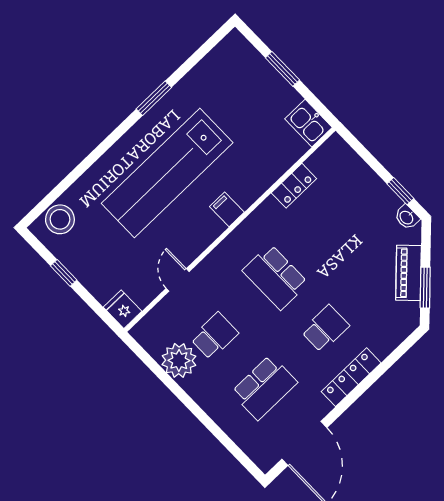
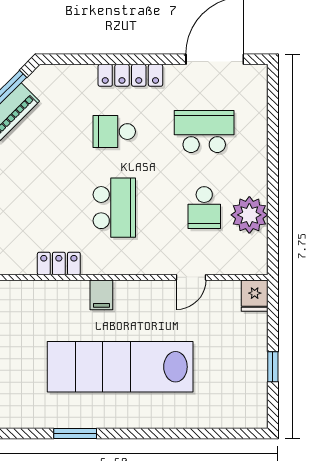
lab bench: (167, 173) -> (120, 367), turned 180
locker: (294, 186) -> (59, 264), moved
stool: (60, 219) -> (236, 410), removed
school desk: (214, 336) -> (204, 208), turned -90

